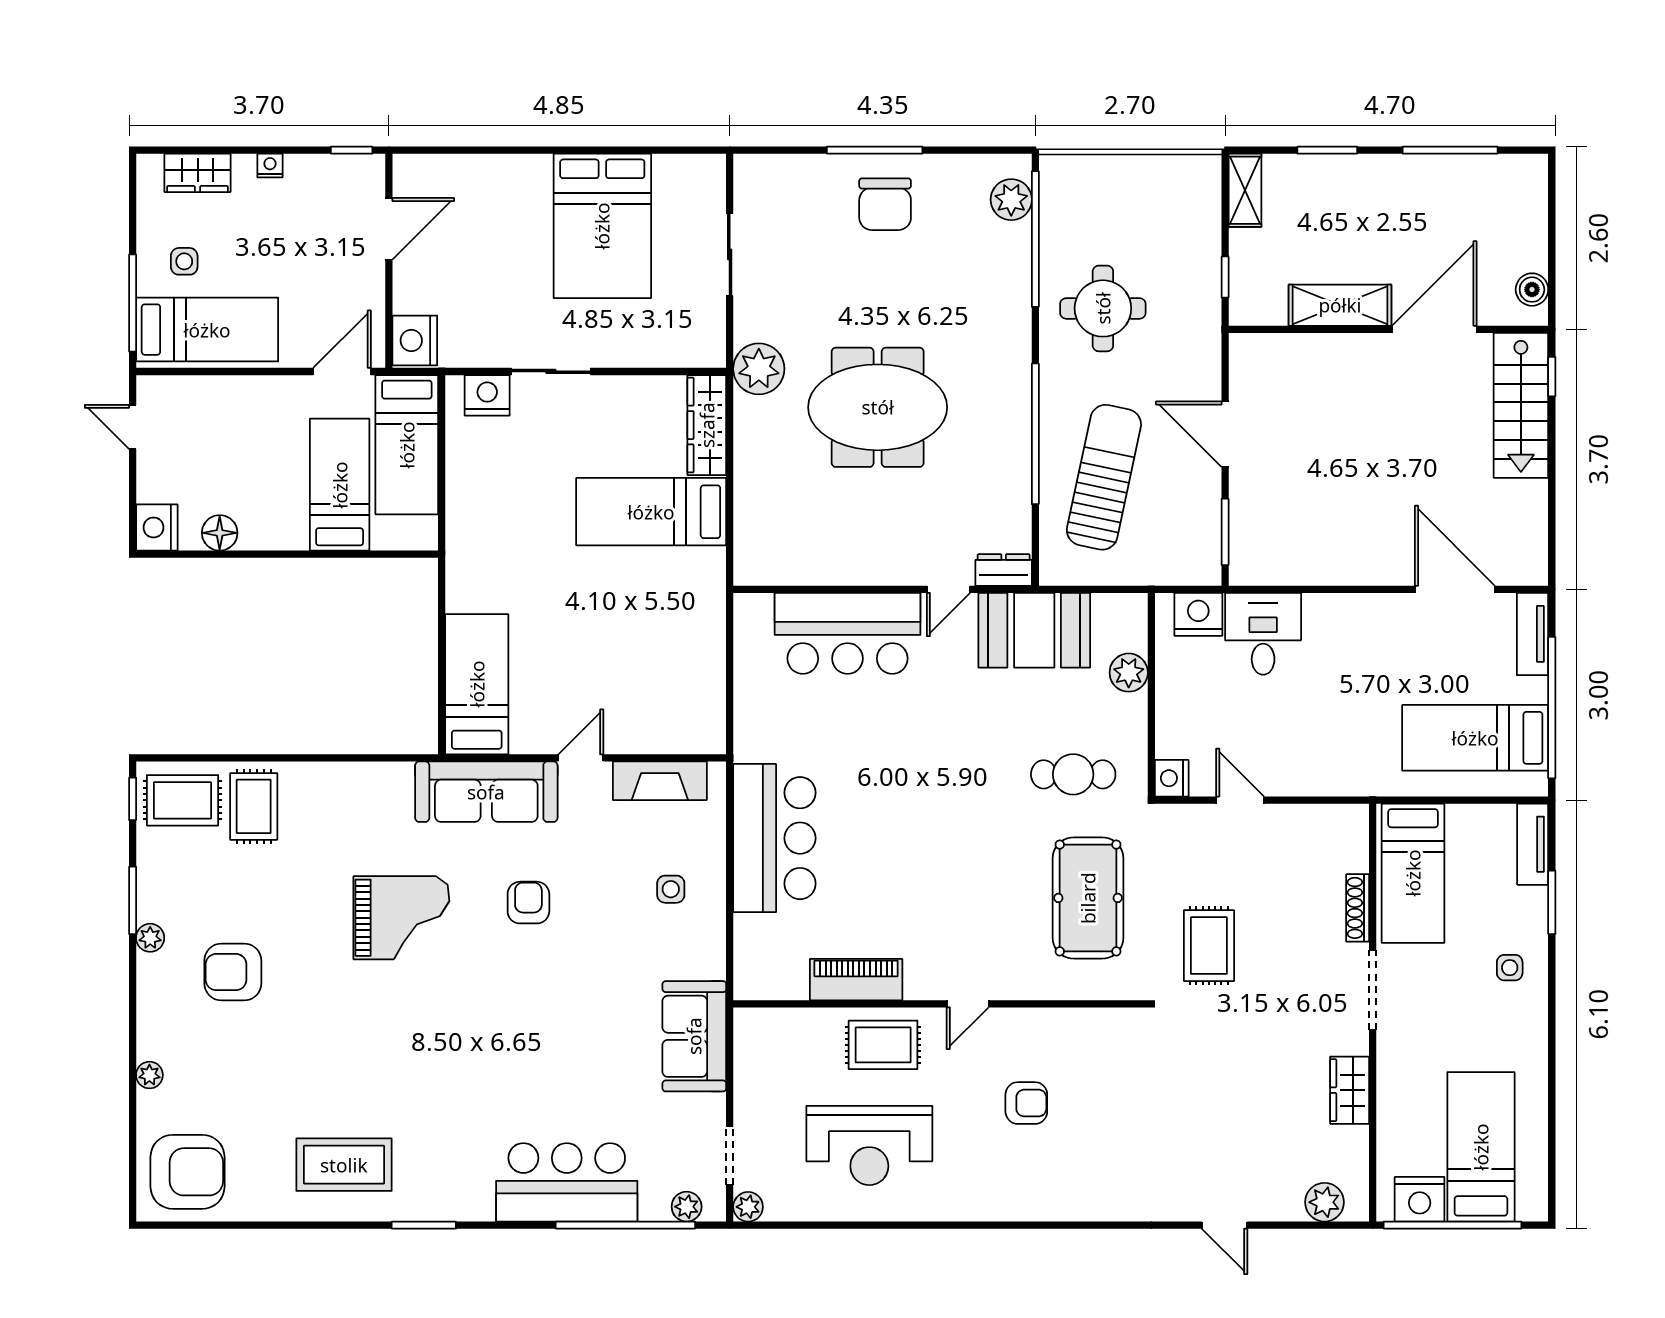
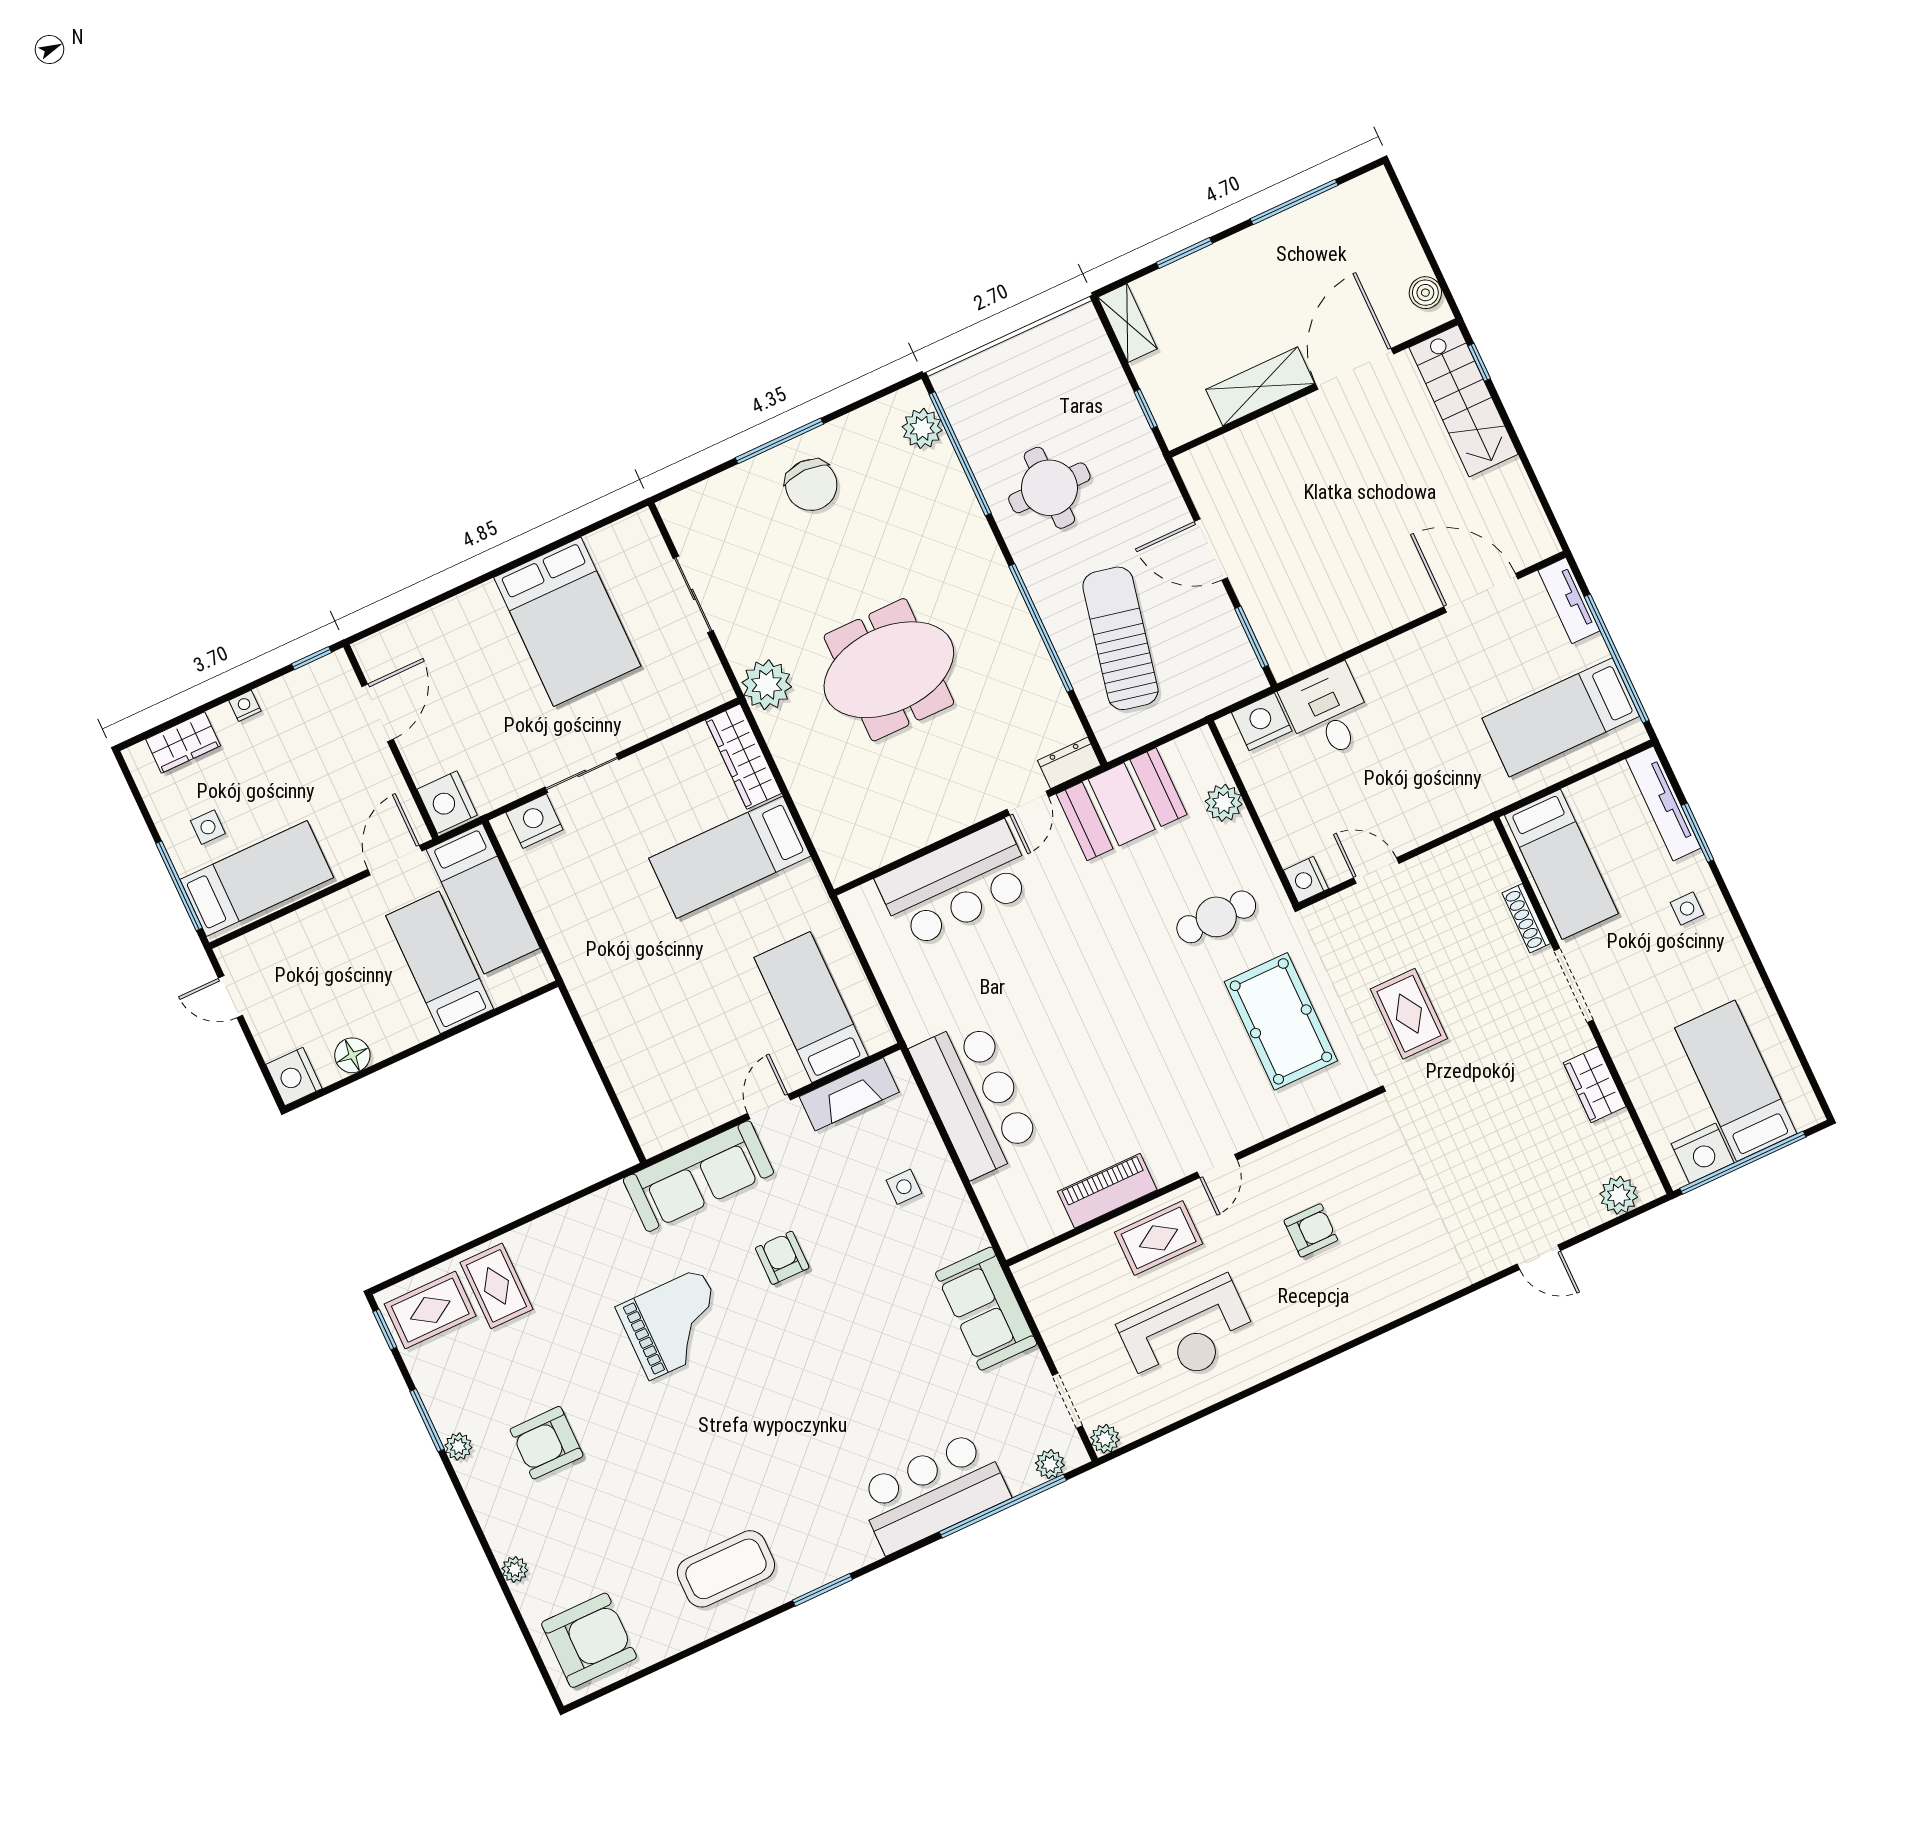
bed: (477, 684) -> (811, 1007), moved
tv unit: (1533, 844) -> (1663, 803), width x1.41

